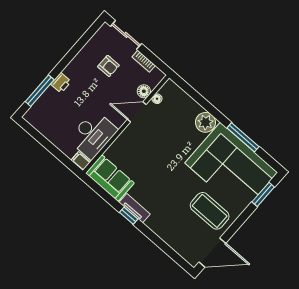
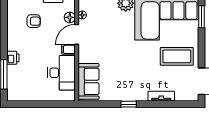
filing cabinet: (81, 161) -> (69, 49), moved
sofa: (110, 178) -> (88, 81), moved, turned 90
tv unit: (135, 208) -> (161, 96), moved

